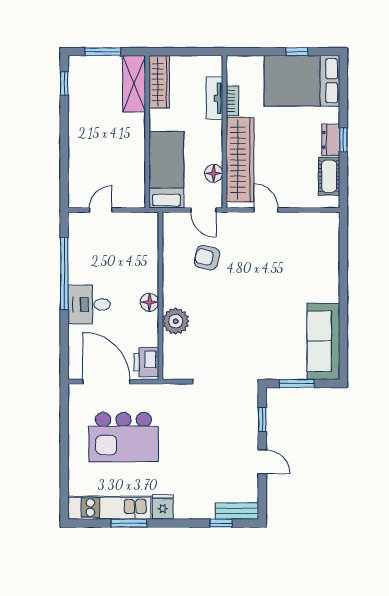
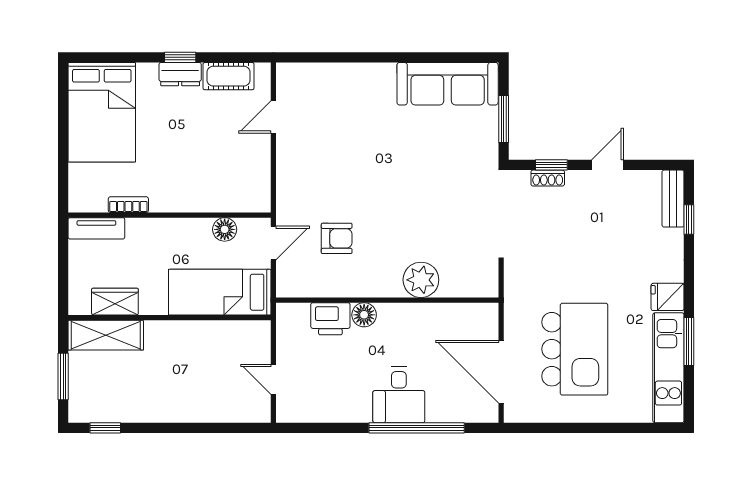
window: (297, 52) -> (63, 119), removed
wardrobe: (159, 82) -> (115, 302), width x0.67
tv unit: (214, 98) -> (96, 228), moved
wardrobe: (240, 160) -> (206, 194), removed
door: (266, 210) -> (273, 117), moved
armchair: (207, 258) -> (337, 238), turned -103
window: (64, 273) -> (417, 428), moved
floor lamp: (149, 302) -> (364, 315), moved
printer: (146, 362) -> (330, 319), moved
door: (106, 382) -> (501, 372), hinge flipped
shoe rack: (252, 417) -> (548, 178), added

